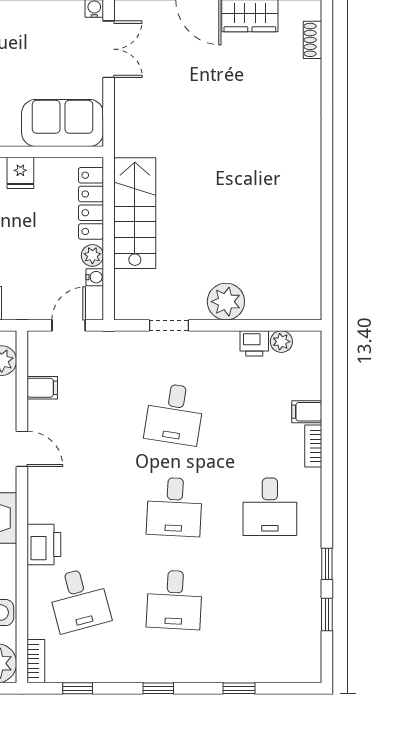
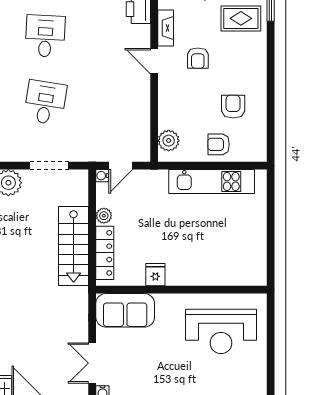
water cooler: (95, 277) -> (102, 176), moved
doorway: (169, 325) -> (49, 166), width x1.38
filing cabinet: (42, 388) -> (140, 121), removed
door: (22, 449) -> (154, 61), moved

